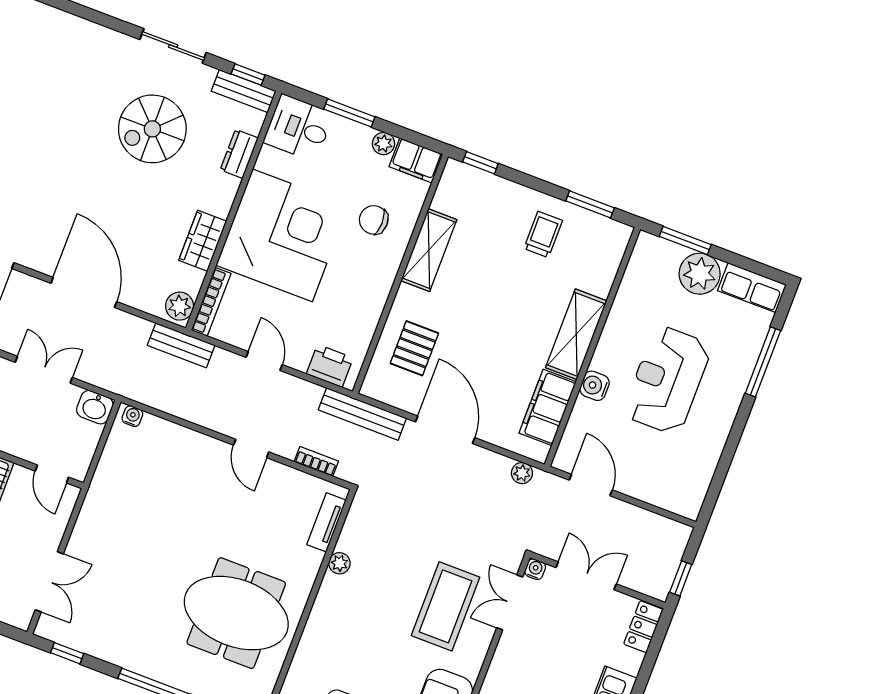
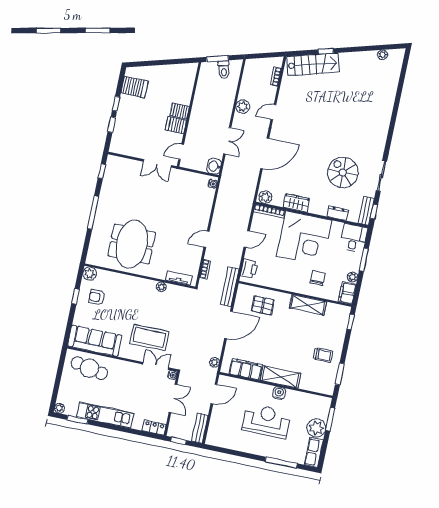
bench: (181, 345) -> (200, 428), moved
water cooler: (595, 386) -> (279, 393), moved
double door: (49, 582) -> (157, 163), moved

